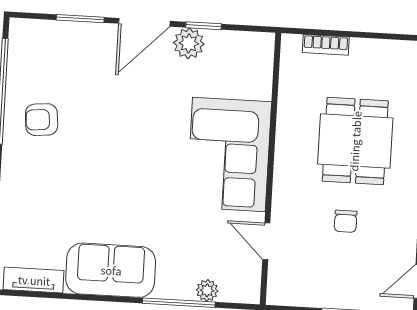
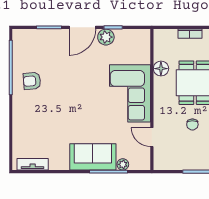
bookcase: (326, 45) -> (190, 34), moved
floor lamp: (291, 110) -> (161, 69), added
sofa: (111, 270) -> (93, 157), moved

